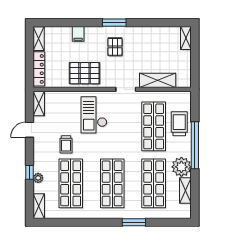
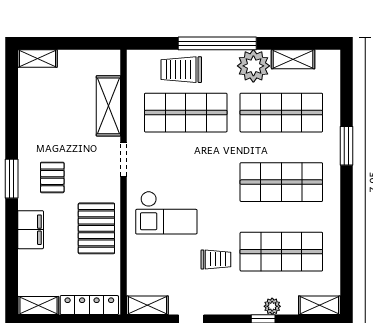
filing cabinet: (78, 34) -> (31, 230), width x2.00
pallet: (115, 47) -> (52, 177), turned 90

